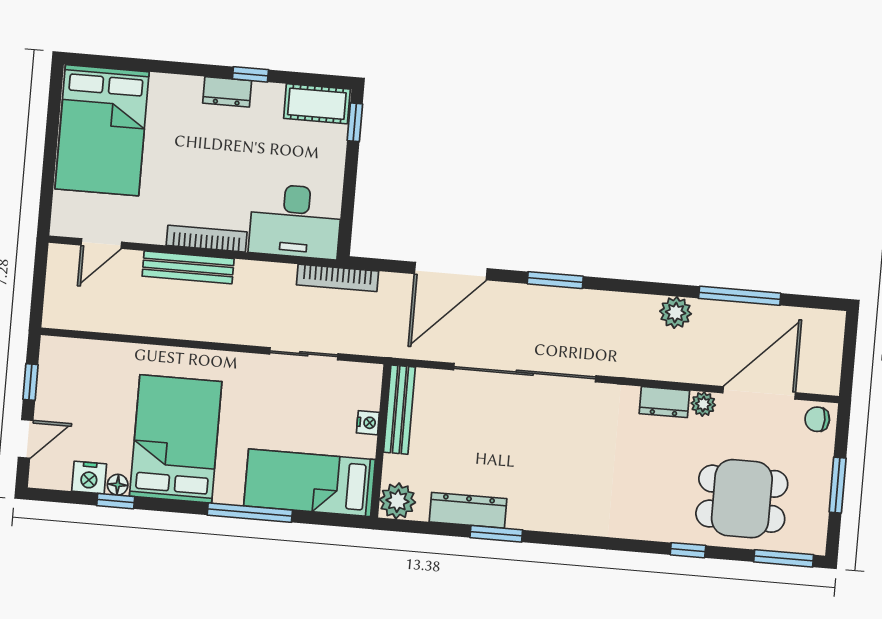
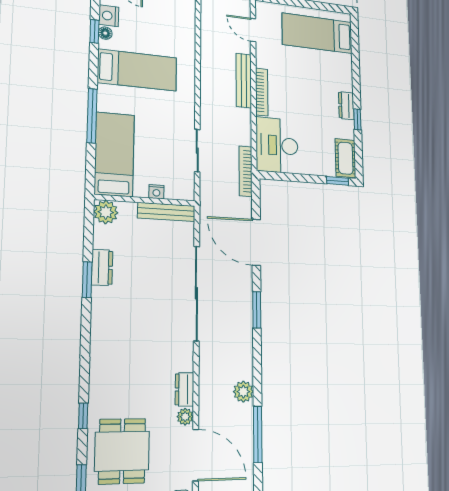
bed: (102, 130) -> (317, 33), width x0.67
bed: (176, 439) -> (137, 70), width x0.67
dresser: (468, 510) -> (102, 267), width x0.70

